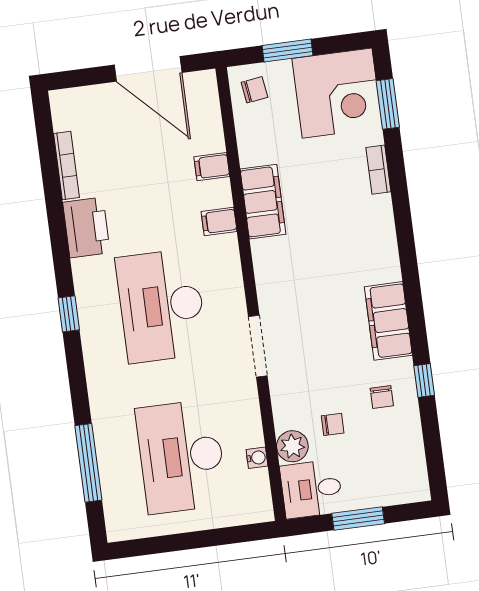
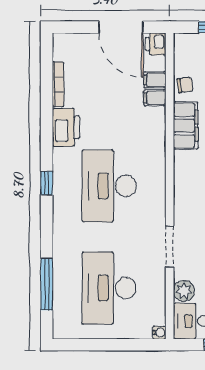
printer: (203, 87) -> (156, 44), added
chair: (254, 90) -> (185, 85), moved
filing cabinet: (219, 221) -> (155, 80), moved
doorway: (258, 346) -> (170, 247), moved
water cooler: (257, 458) -> (159, 333), moved

